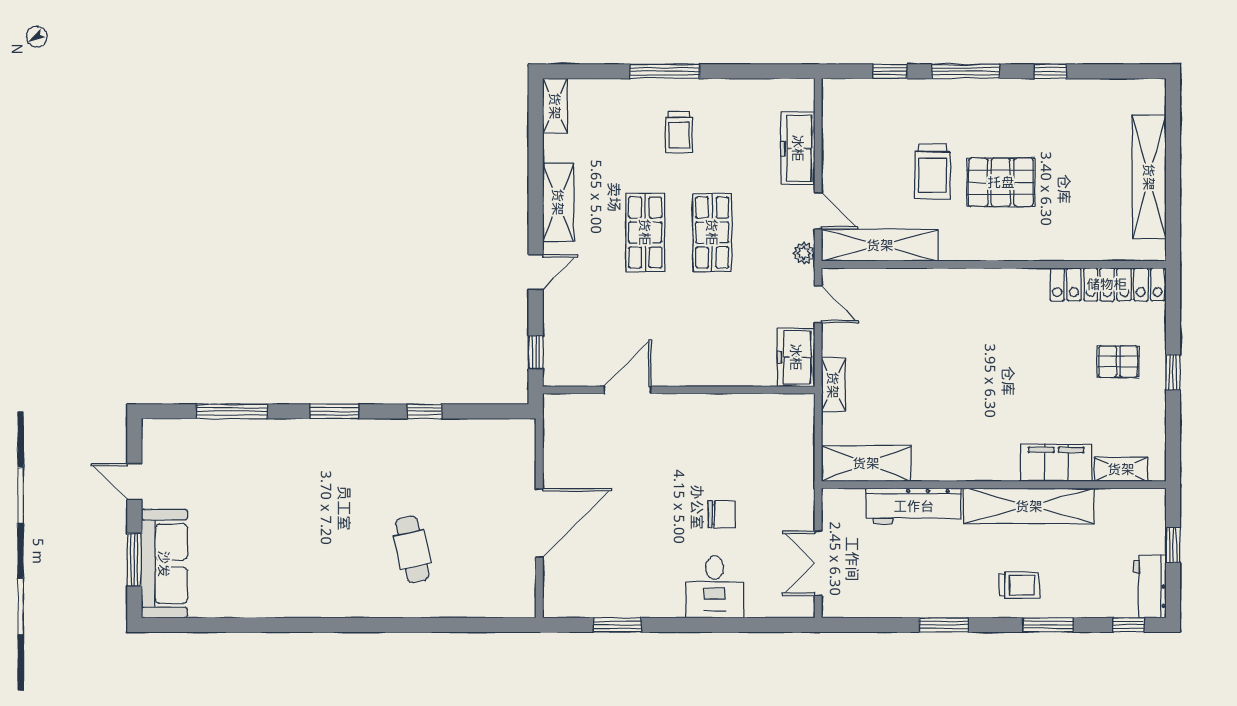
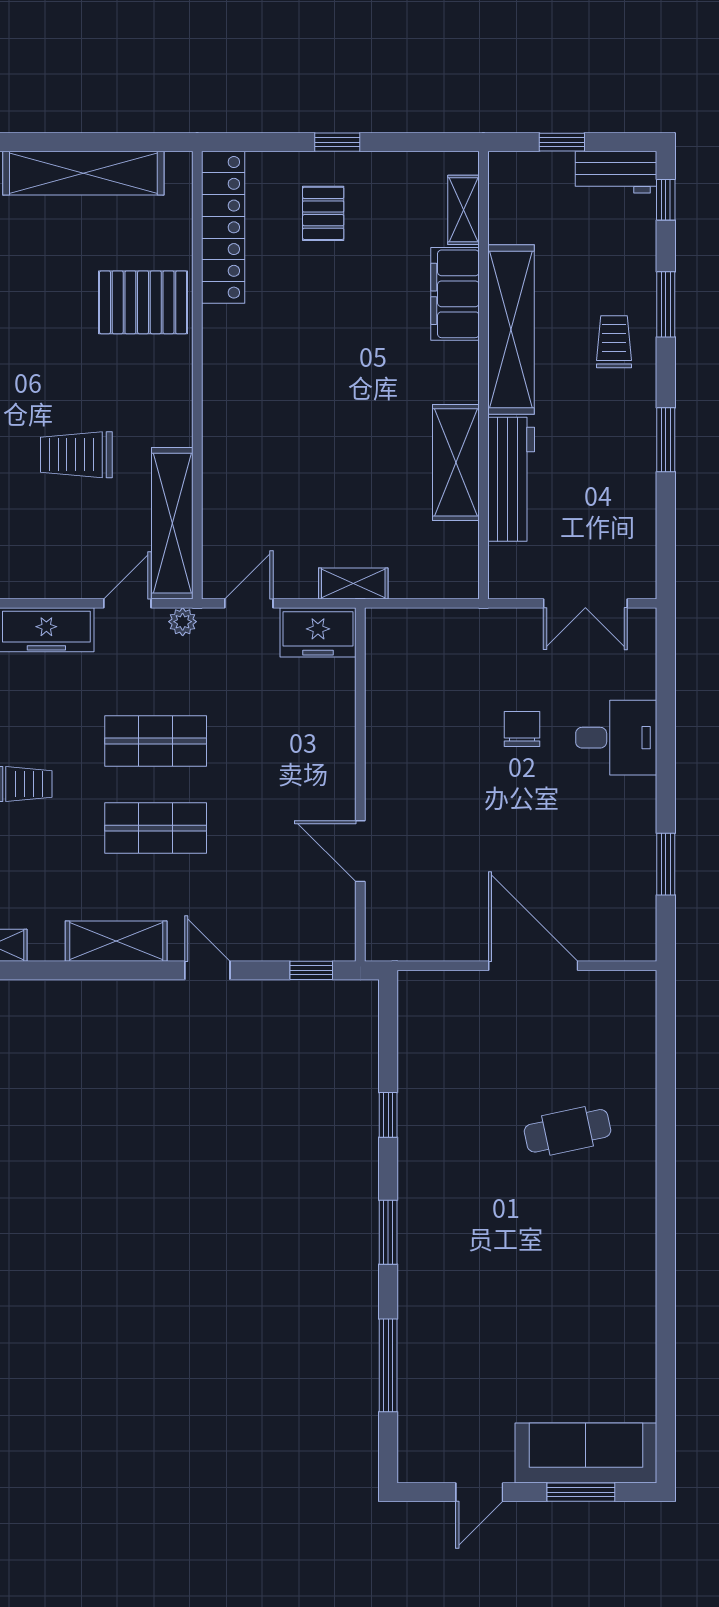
trolley: (932, 172) -> (76, 455), turned 180
pallet: (1001, 182) -> (143, 302), moved, turned 90
shelving: (866, 463) -> (456, 462), moved

